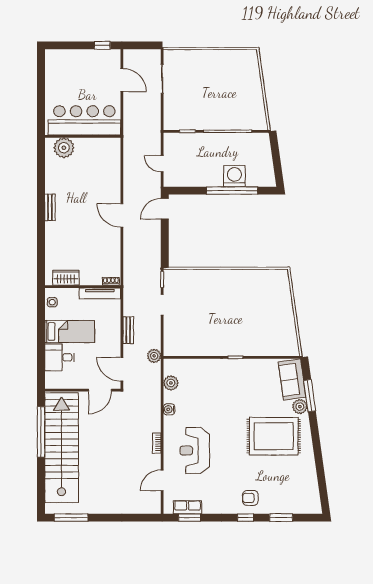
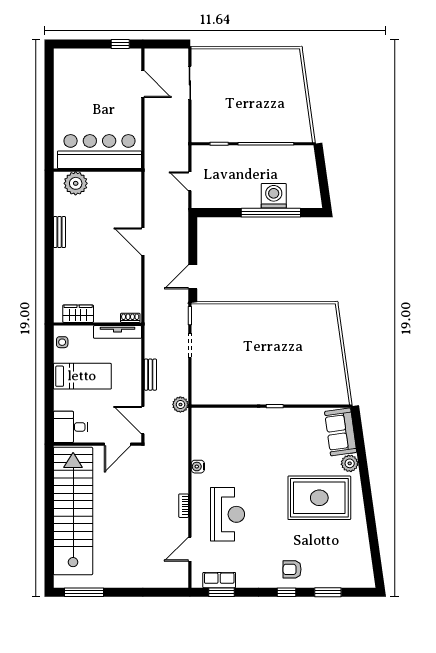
bar counter: (84, 120) -> (99, 152), moved
wall: (83, 136) -> (97, 170), moved
plant: (64, 148) -> (76, 183), moved
door: (165, 209) -> (193, 277), moved
desk: (59, 357) -> (71, 427), moved
plant: (171, 383) -> (200, 436), removed
window: (310, 396) -> (361, 451), removed
window: (41, 432) -> (49, 493), removed
reception desk: (195, 450) -> (228, 514), turned 180

